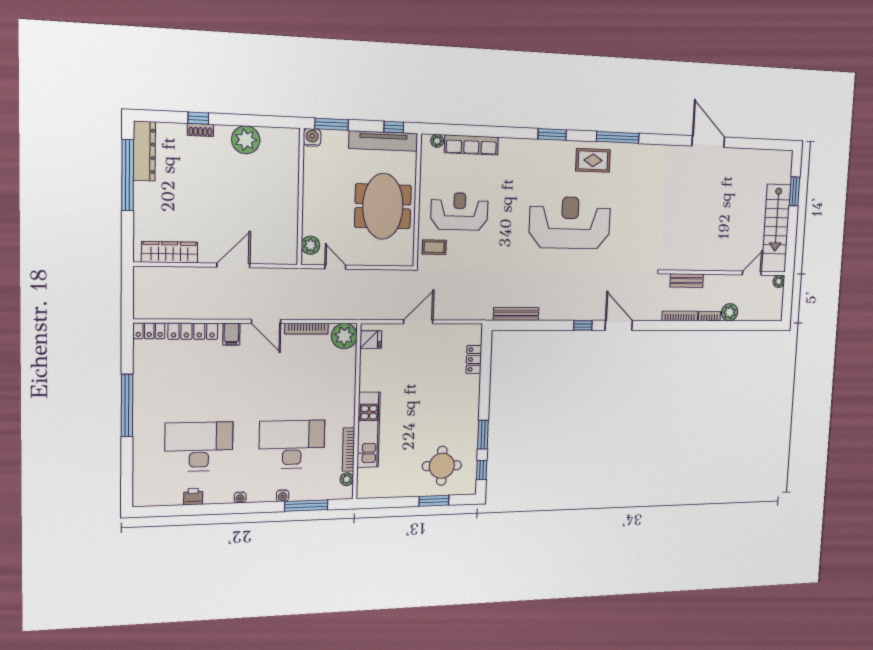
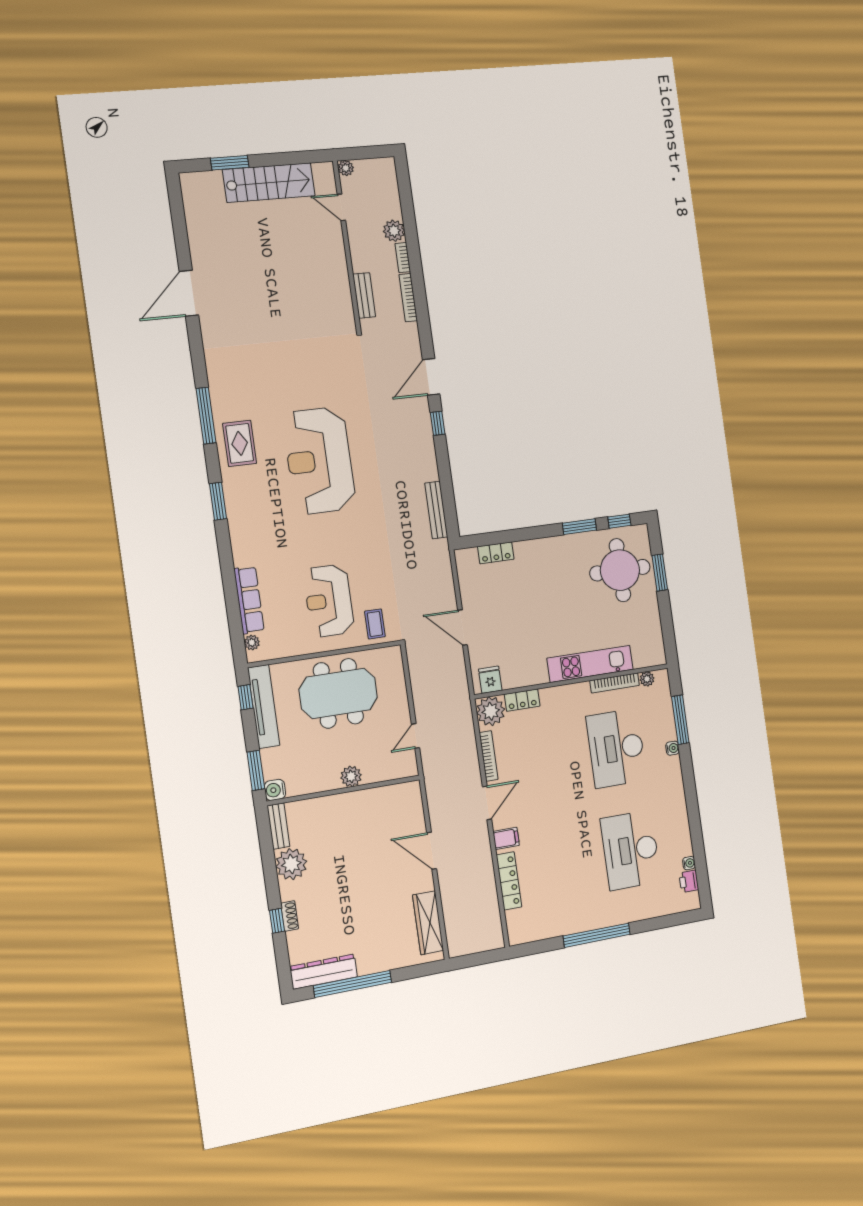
bench: (281, 135) -> (278, 826), added
plant: (310, 245) -> (351, 776), moved
locker: (149, 331) -> (522, 700), moved, turned 90
round table: (442, 466) -> (620, 570), width x1.36, depth x1.36
printer: (193, 497) -> (689, 881), moved
water cooler: (240, 497) -> (689, 863), moved

